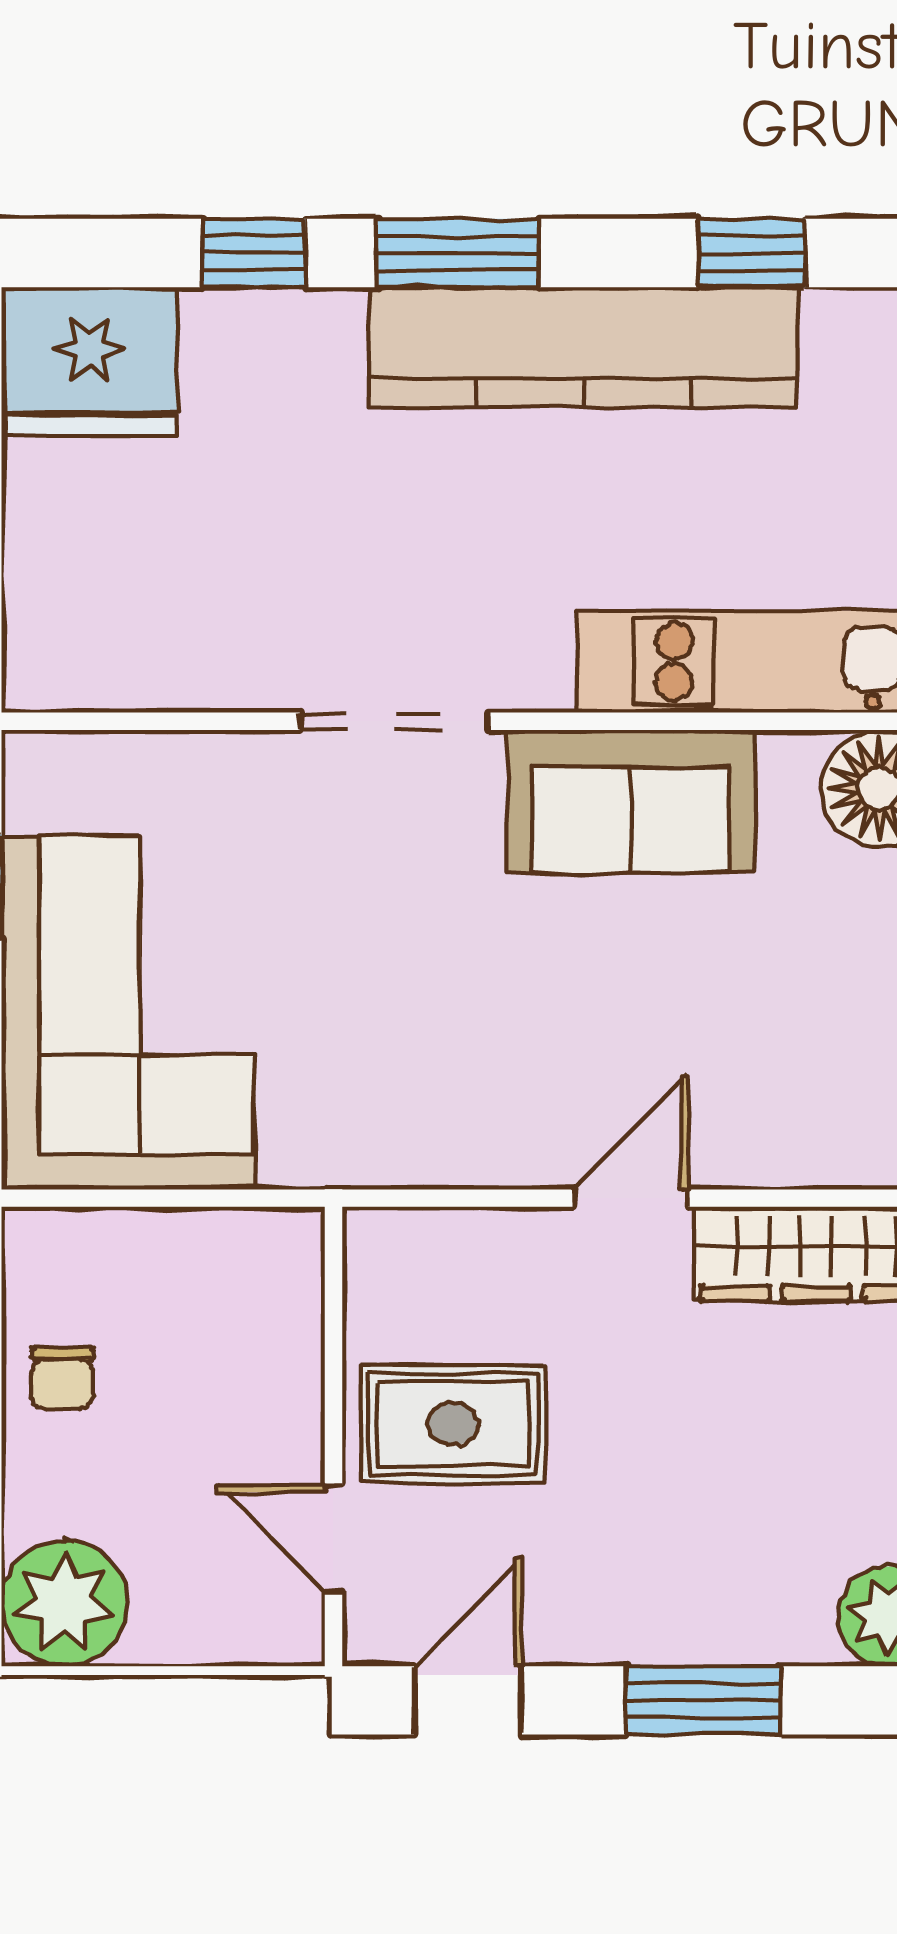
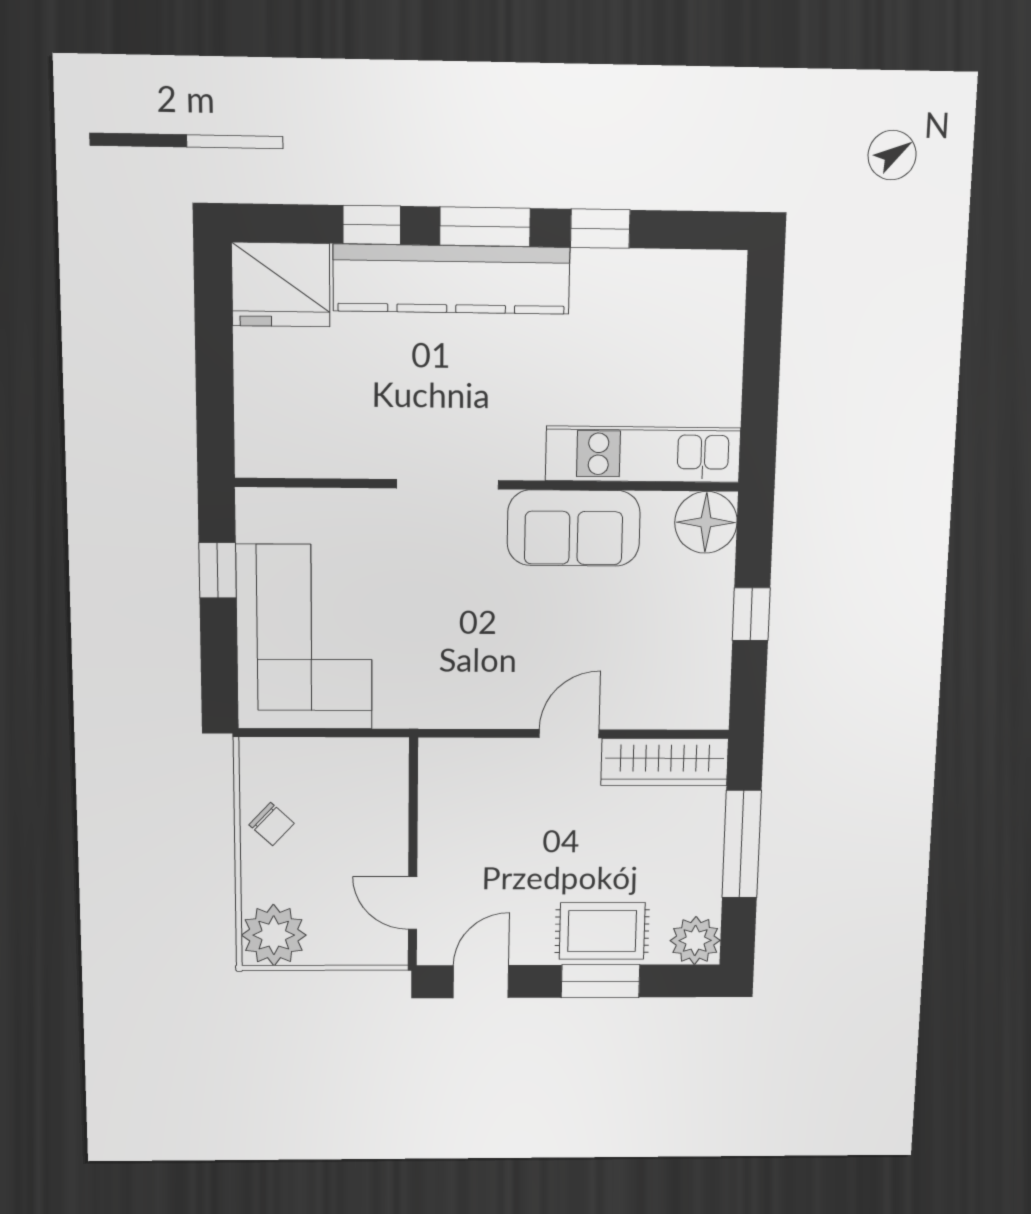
window: (752, 253) -> (600, 229), moved
kitchen counter: (584, 347) -> (452, 279), moved
chair: (63, 1379) -> (272, 824), turned -47
rug: (453, 1424) -> (602, 931), moved

